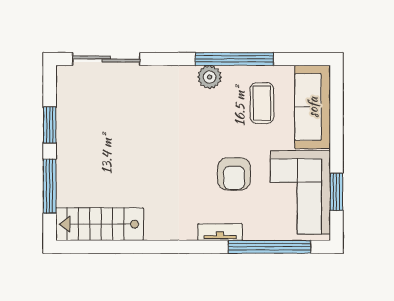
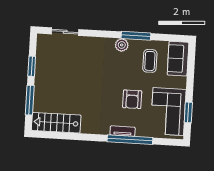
sliding door: (106, 59) -> (65, 32), width x0.73
window: (234, 59) -> (136, 36), width x0.68
sofa: (313, 107) -> (178, 59), width x0.73
window: (269, 247) -> (130, 140), moved

